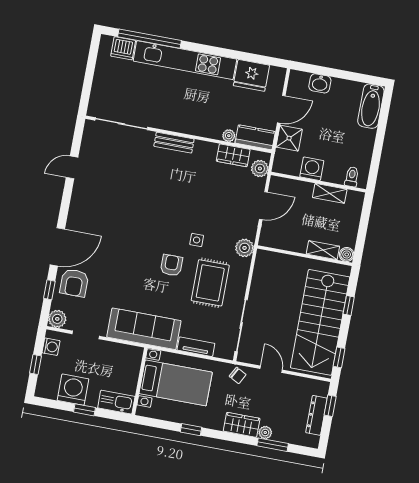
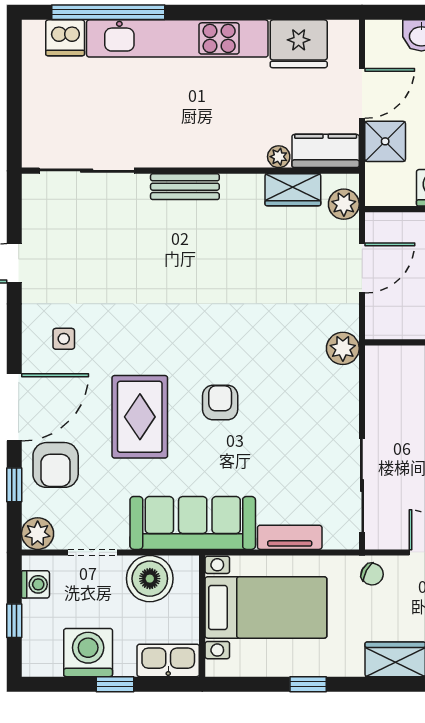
side table: (197, 240) -> (64, 339), moved
rug: (210, 283) -> (140, 417), moved
boiler: (115, 355) -> (150, 579), added

